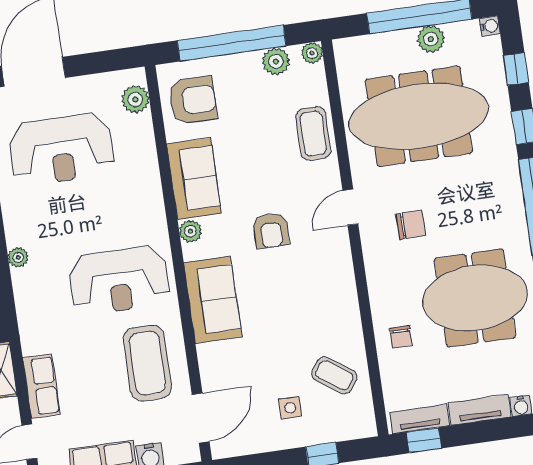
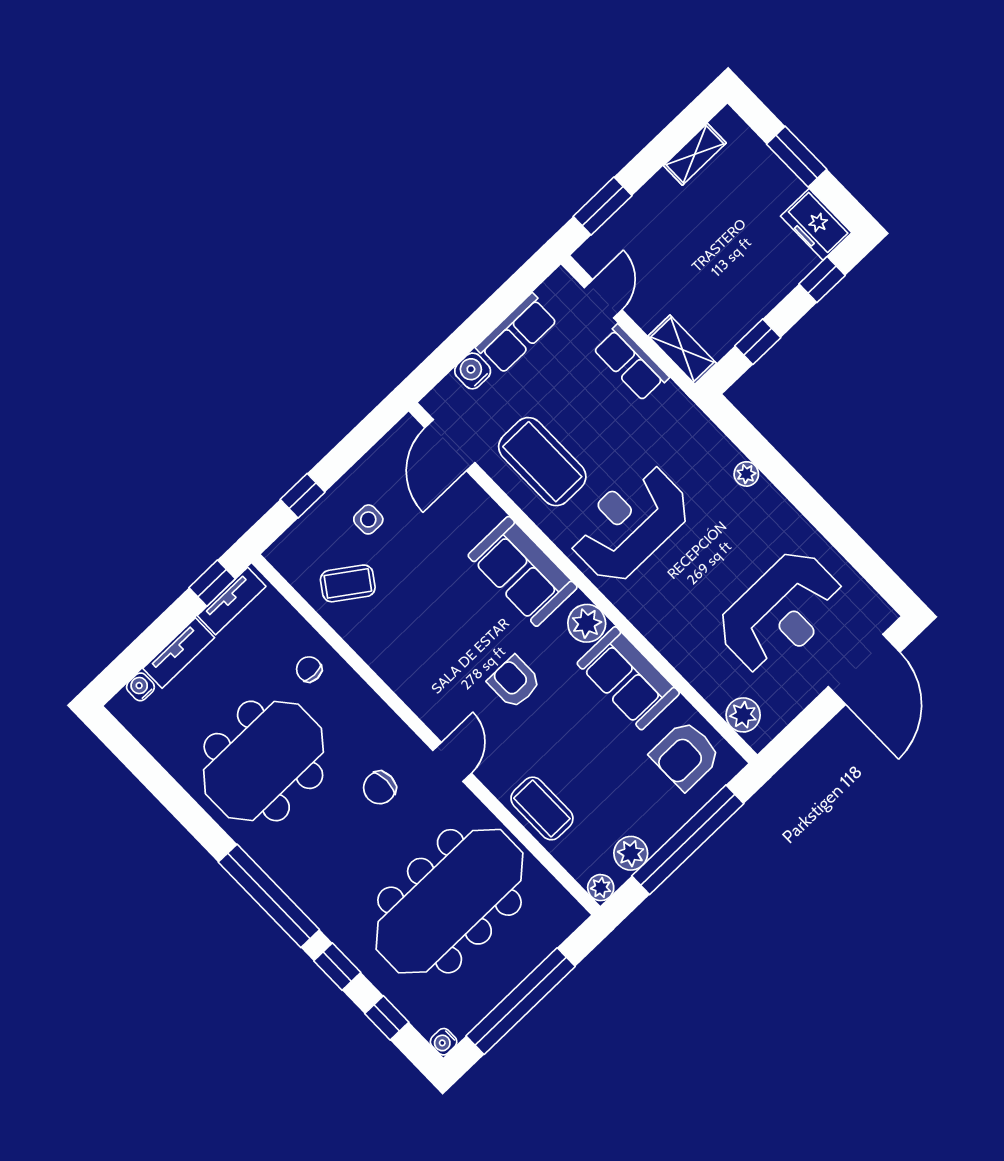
plant: (431, 39) -> (493, 987), removed
reception desk: (61, 149) -> (781, 612), turned 180
plant: (190, 231) -> (587, 623), width x1.38, depth x1.38

